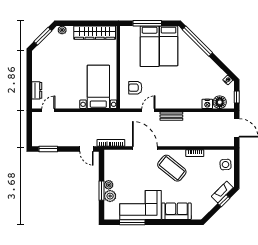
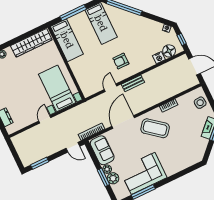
bed: (150, 46) -> (67, 40), moved
armchair: (135, 88) -> (121, 61), moved
door: (48, 110) -> (45, 119), moved
door: (145, 148) -> (123, 122), hinge flipped
sofa: (176, 211) -> (102, 150), moved, turned 90

